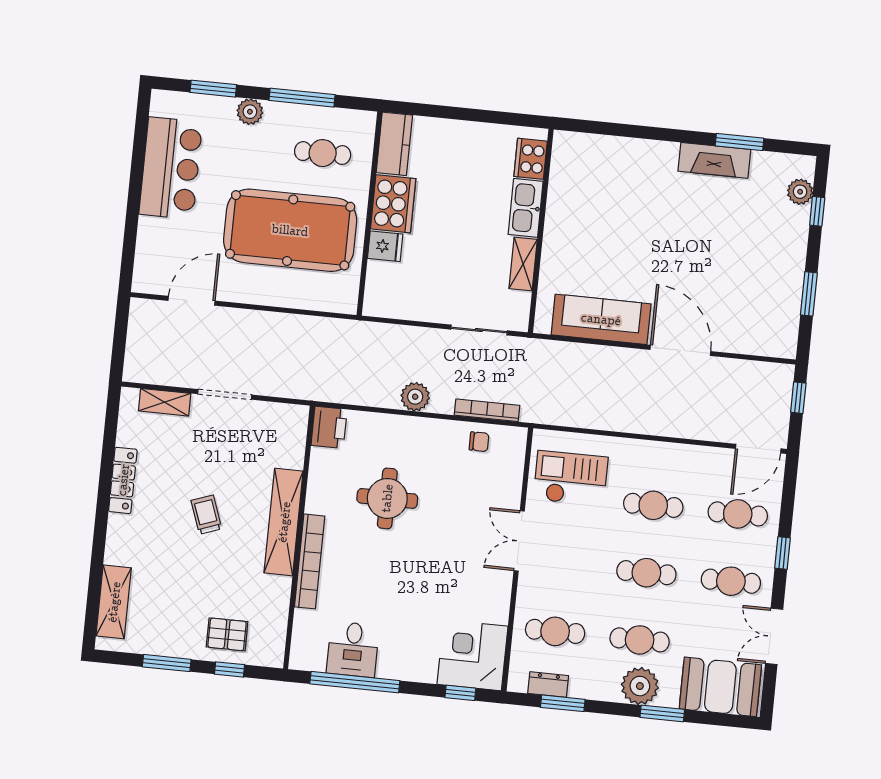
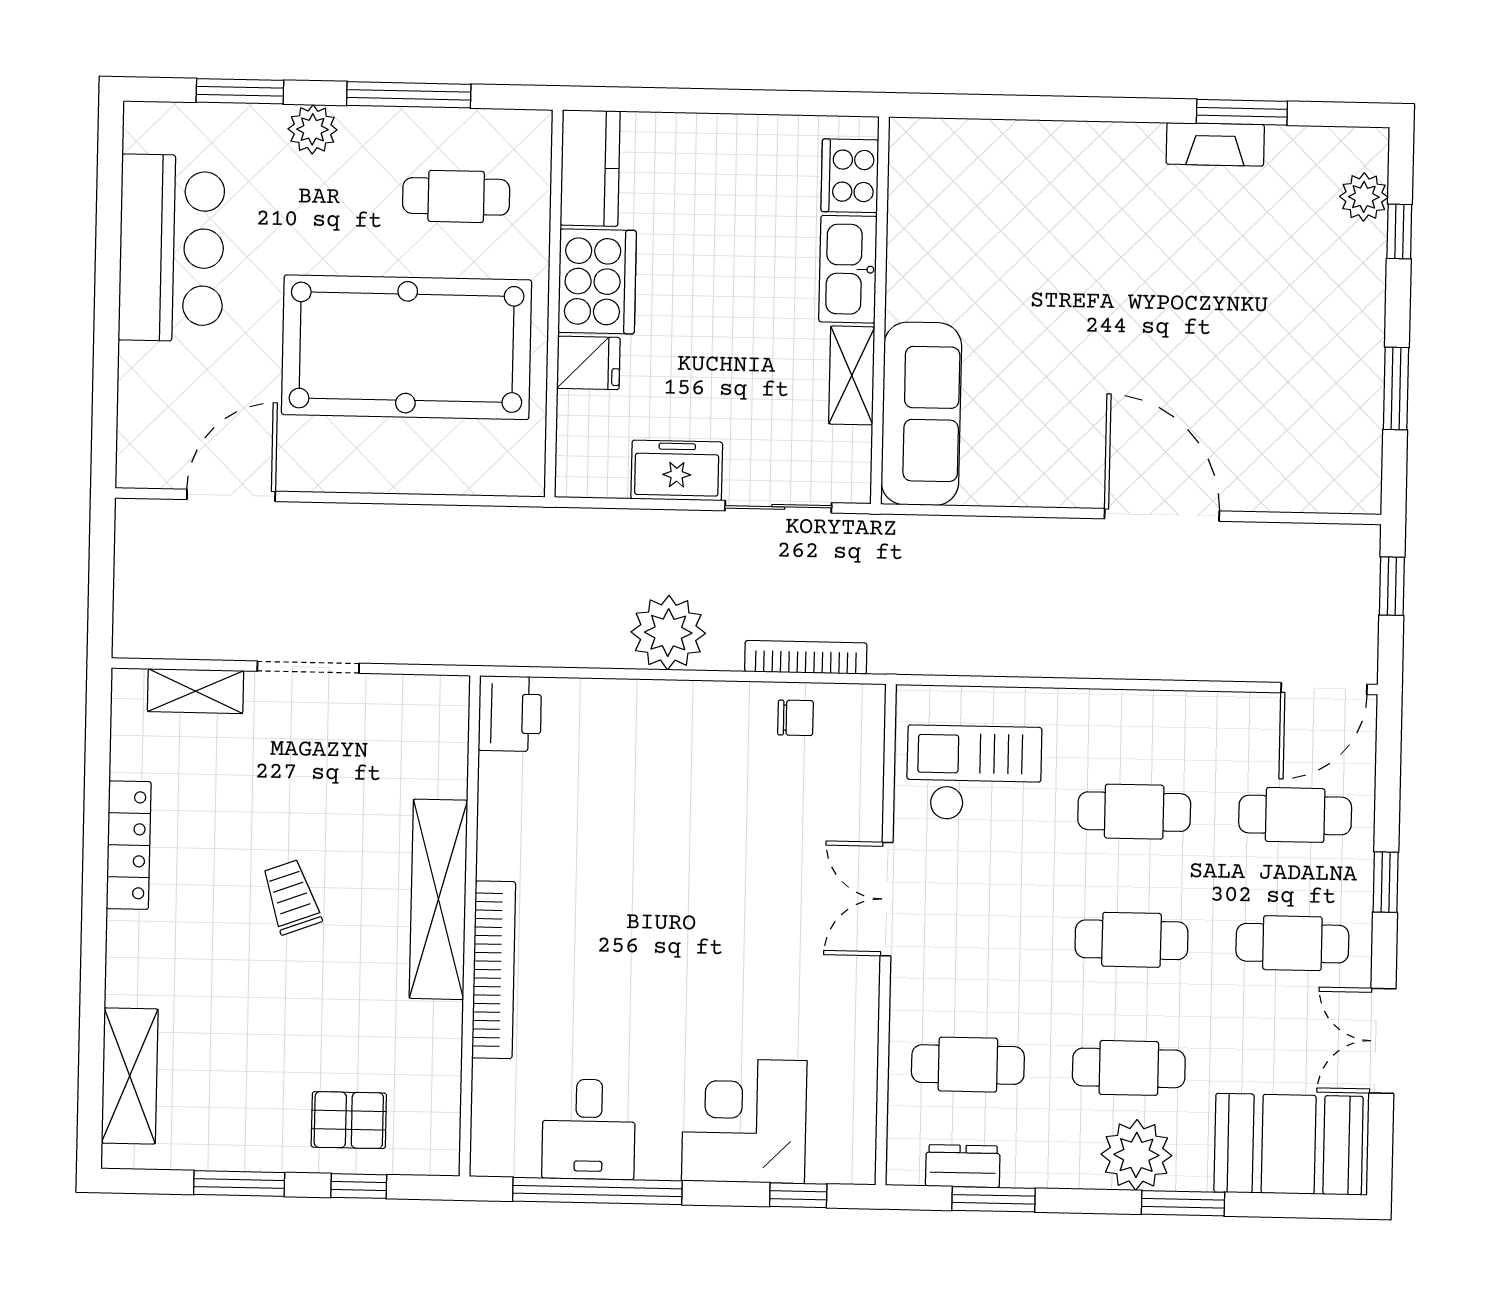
fireplace: (714, 160) -> (1215, 144), width x0.73, depth x0.76
freezer: (427, 307) -> (677, 471), added
sofa: (601, 319) -> (921, 414), moved, turned 90
plant: (415, 397) -> (668, 633), width x1.36, depth x1.36
round table: (387, 498) -> (631, 839), removed
corner desk: (472, 655) -> (744, 1121), moved

